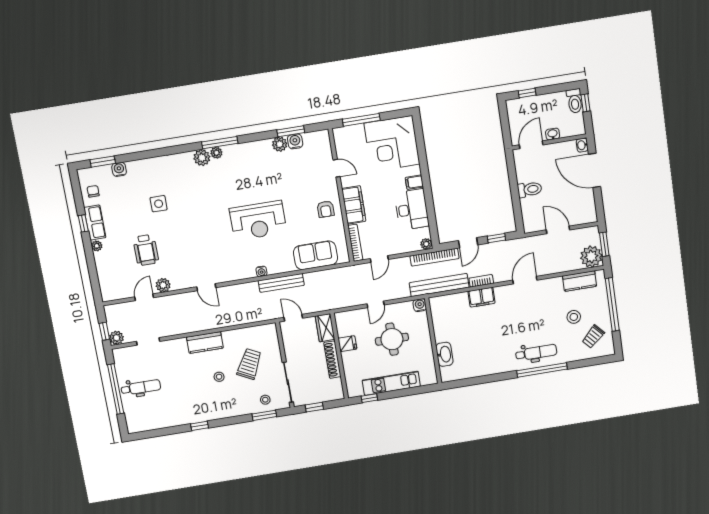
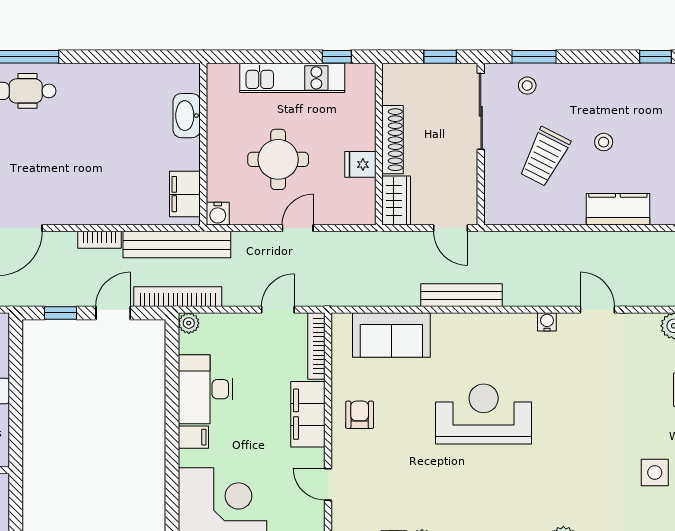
water cooler: (261, 271) -> (547, 322), moved
filing cabinet: (482, 297) -> (185, 194), moved, turned -90

